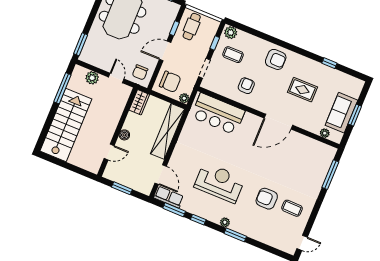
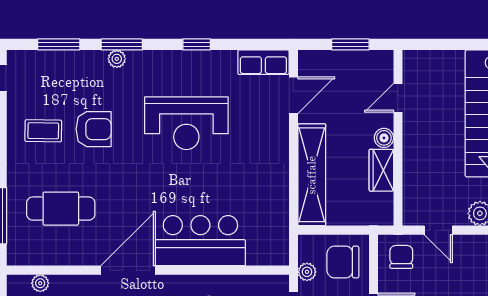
plant: (184, 98) -> (307, 272), moved
wardrobe: (139, 102) -> (381, 170), moved
bar counter: (218, 114) -> (200, 241), moved
cafe table: (299, 166) -> (61, 209), added
door: (161, 175) -> (293, 95), swing flipped
window: (174, 210) -> (59, 44), moved
plant: (225, 222) -> (117, 59), moved

